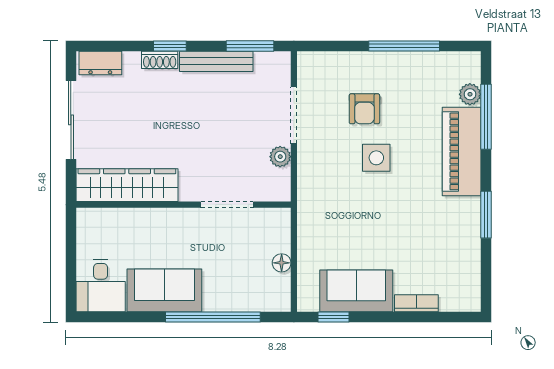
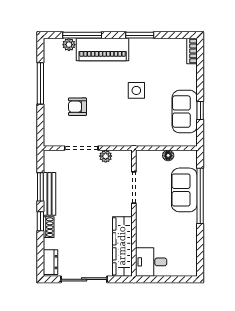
window: (250, 46) -> (40, 187), moved
armchair: (364, 109) -> (77, 107), turned 180
side table: (376, 158) -> (136, 90), moved
desk: (101, 286) -> (151, 262), moved, turned 180
sofa: (164, 290) -> (184, 190), moved
bookcase: (416, 303) -> (192, 51), moved
window: (334, 317) -> (200, 111), moved

